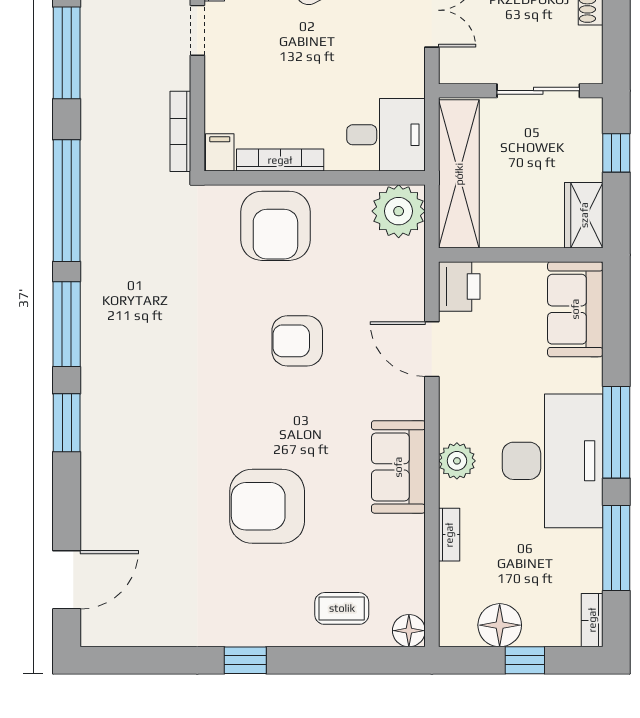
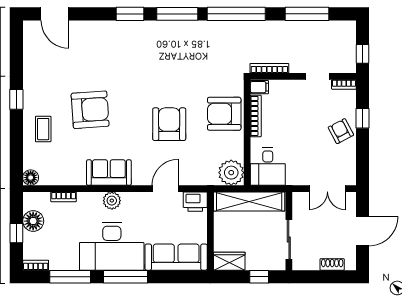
sofa: (575, 309) -> (176, 257), width x1.36
armchair: (297, 341) -> (169, 124), width x1.36, depth x1.36
armchair: (267, 506) -> (90, 110), turned 86
bookcase: (449, 535) -> (64, 197), moved
coffee table: (342, 608) -> (43, 129), moved

